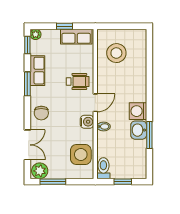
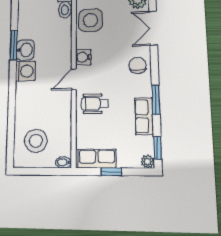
stool: (116, 53) -> (36, 141), moved
bidet: (104, 127) -> (64, 162), moved

